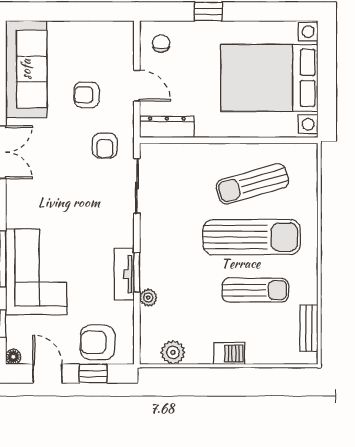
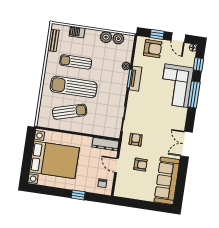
plant: (199, 352) -> (106, 37), added
barbecue: (229, 353) -> (77, 32), moved

